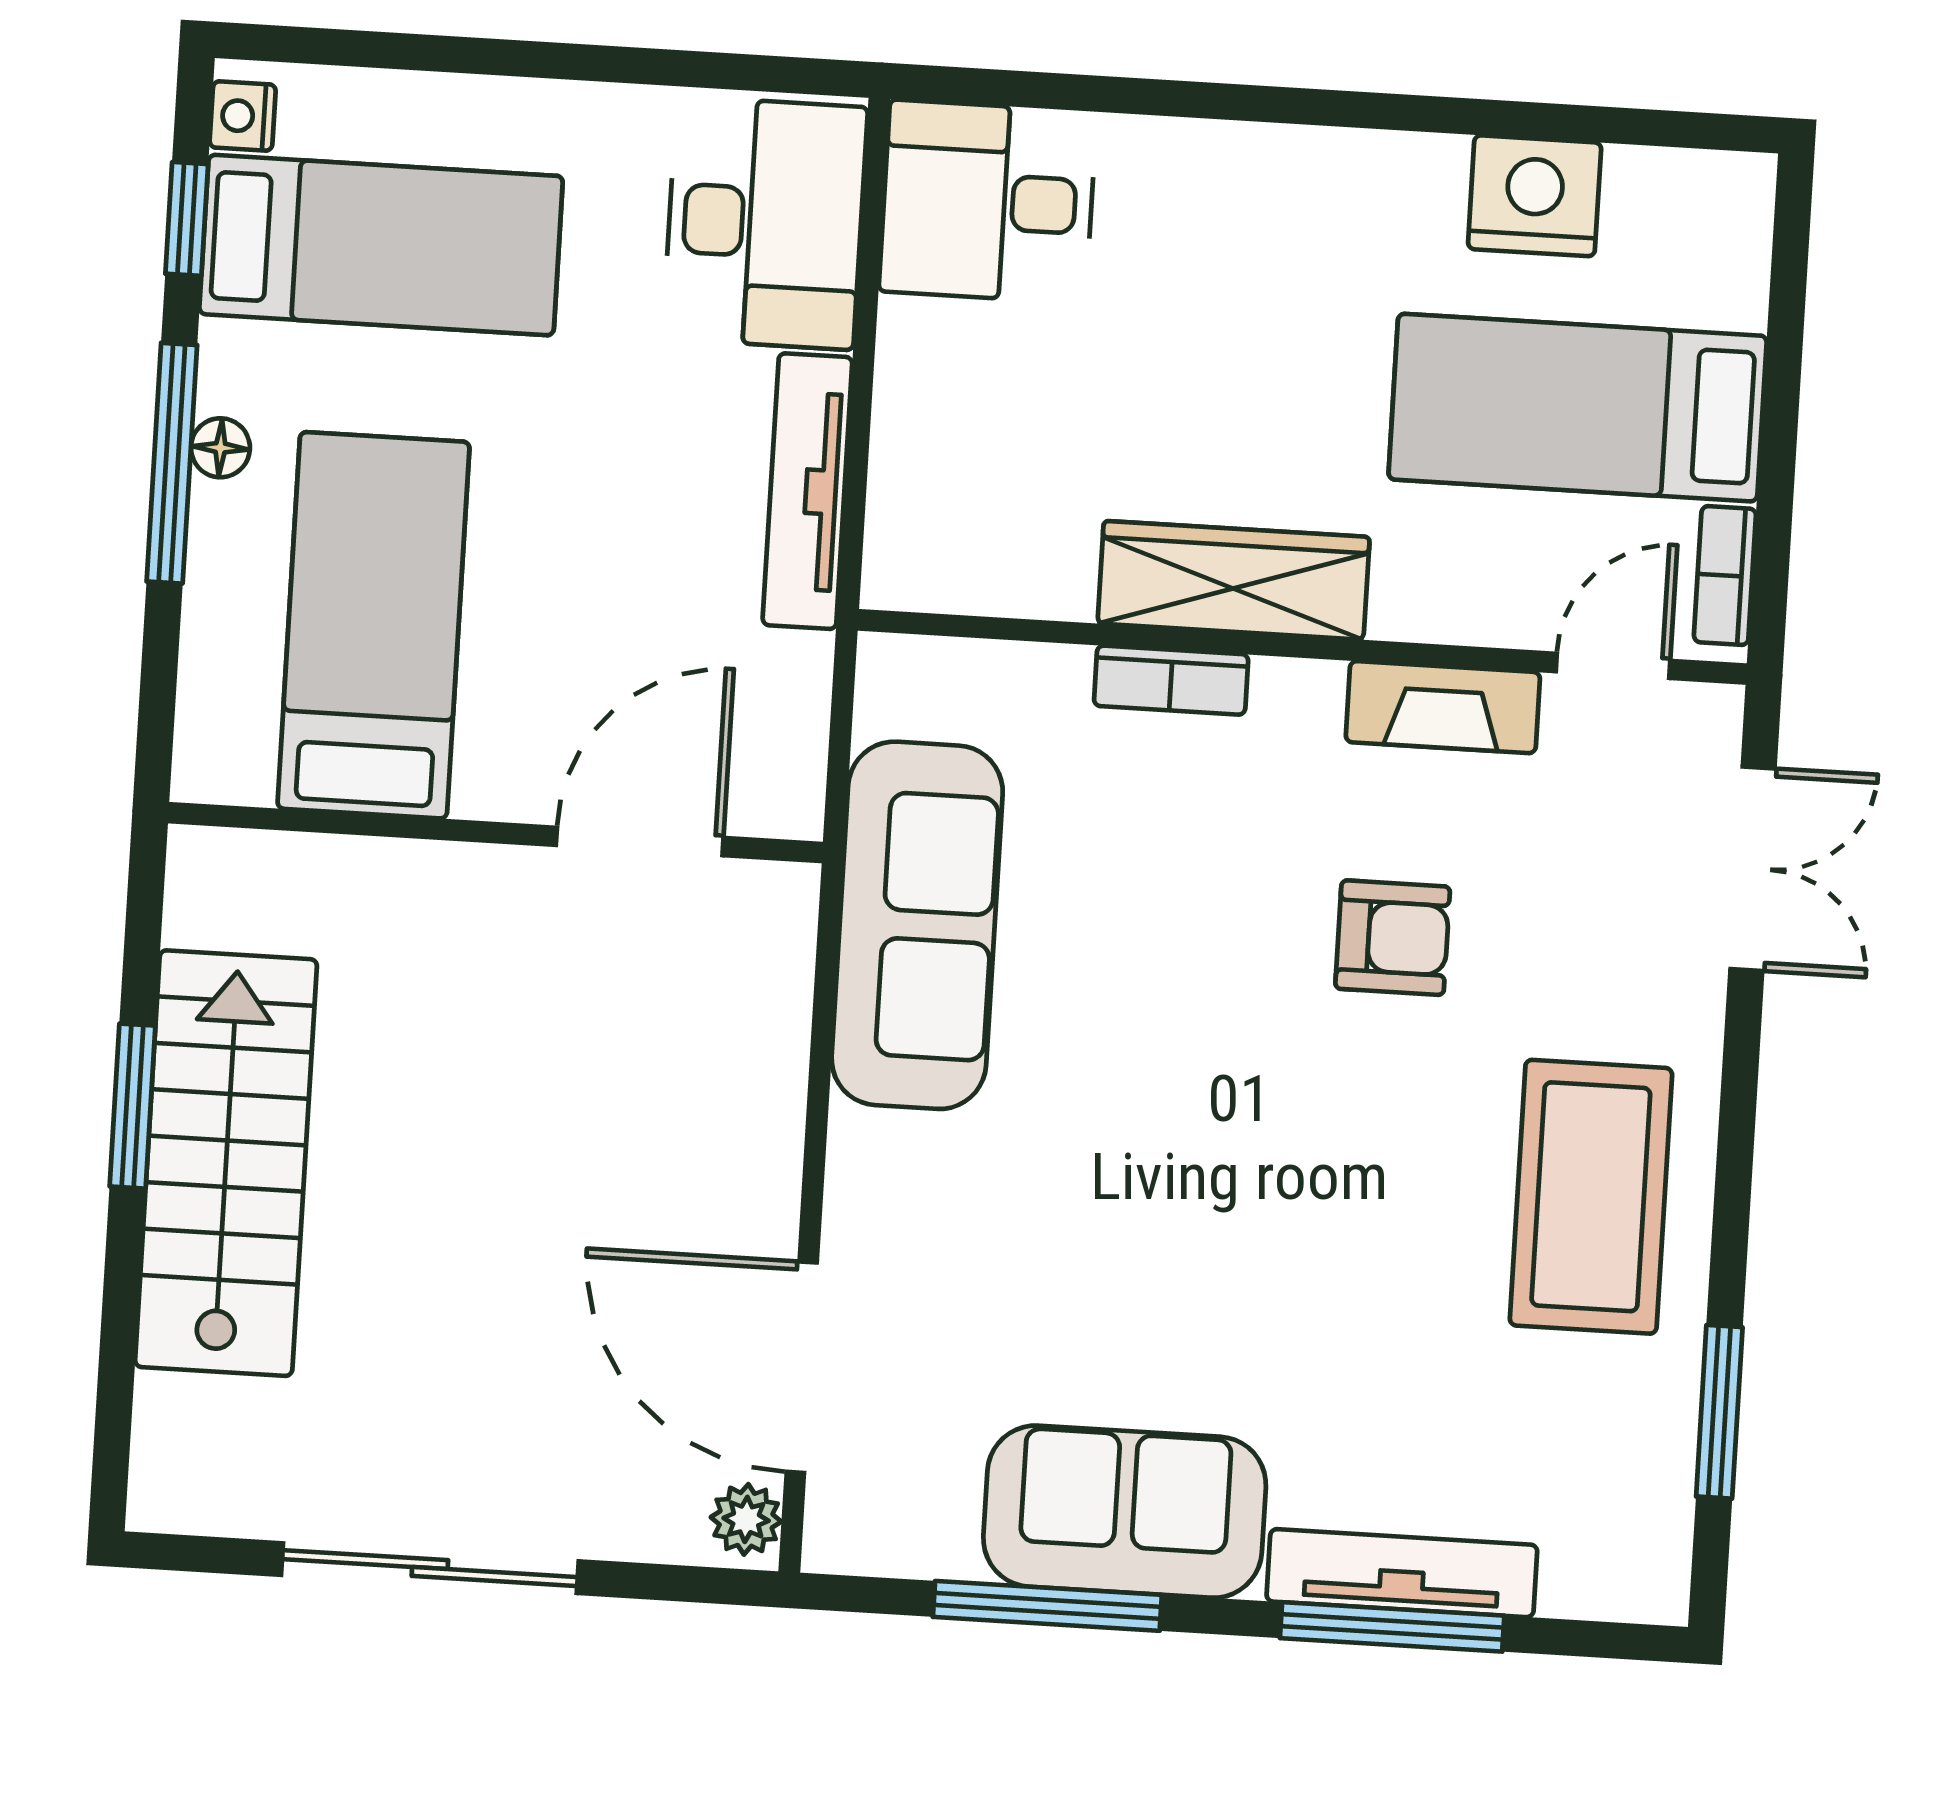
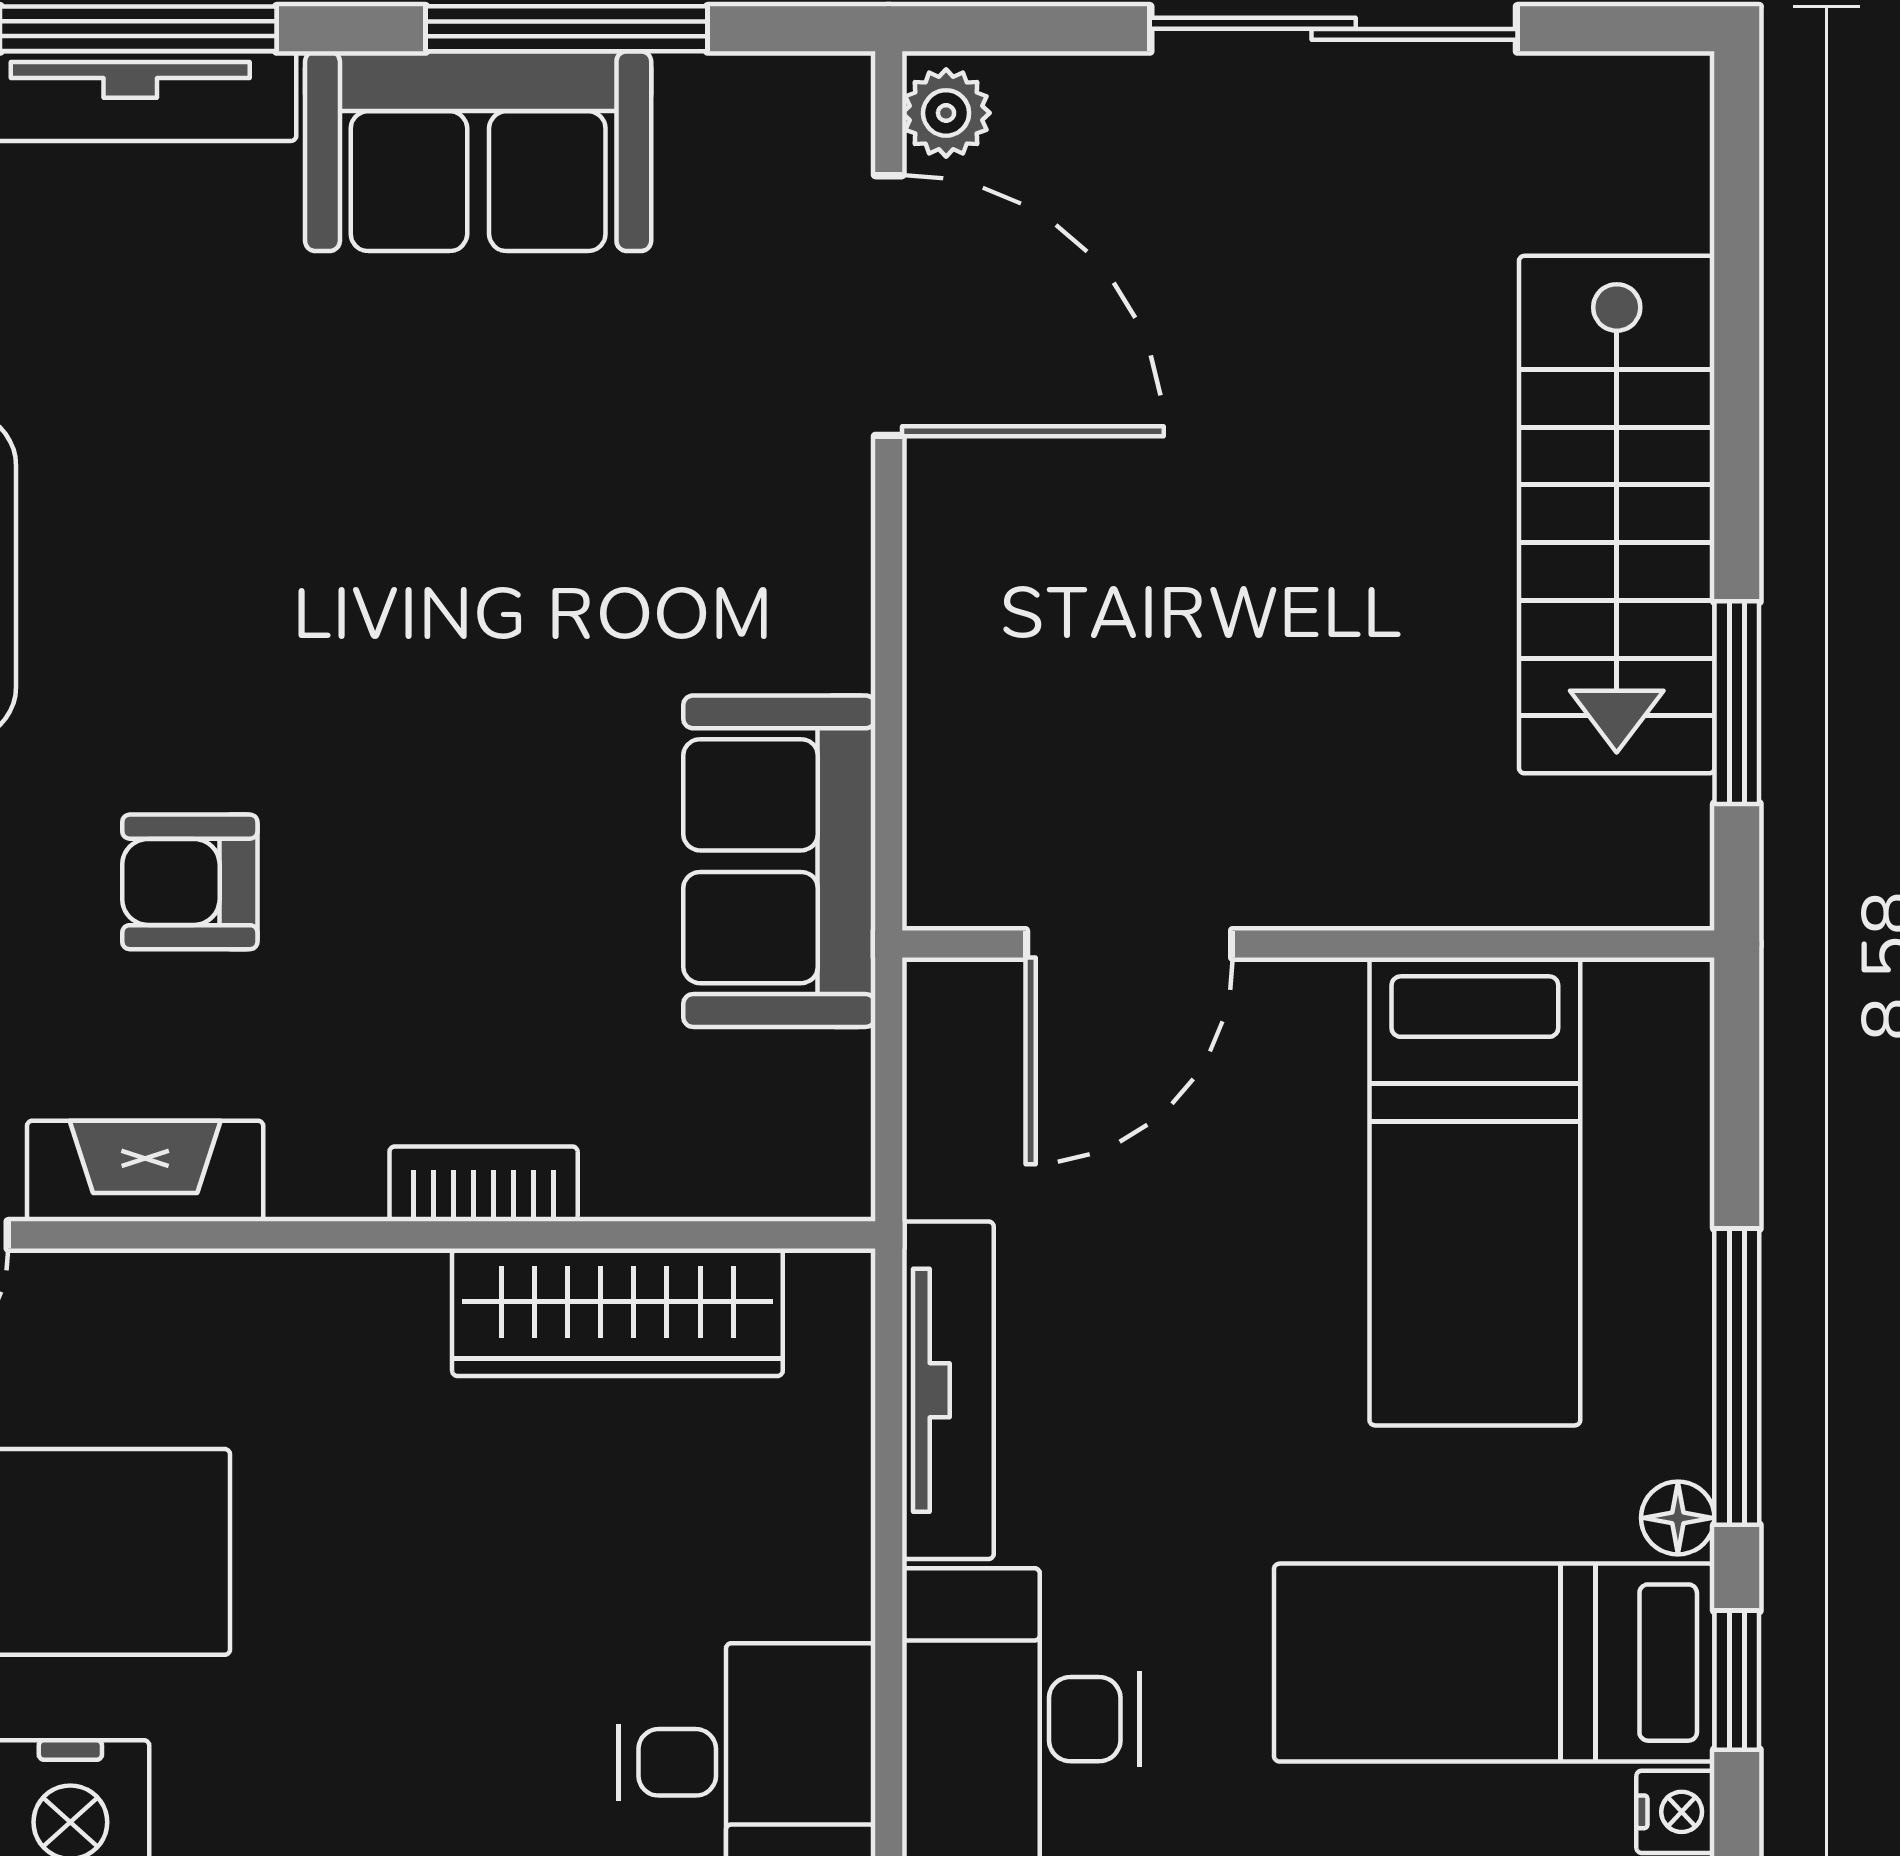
floor lamp: (220, 448) -> (1678, 1518), moved
wardrobe: (1234, 580) -> (617, 1312), moved
sofa: (917, 925) -> (779, 861), width x0.73
window: (133, 1106) -> (1737, 703), moved

